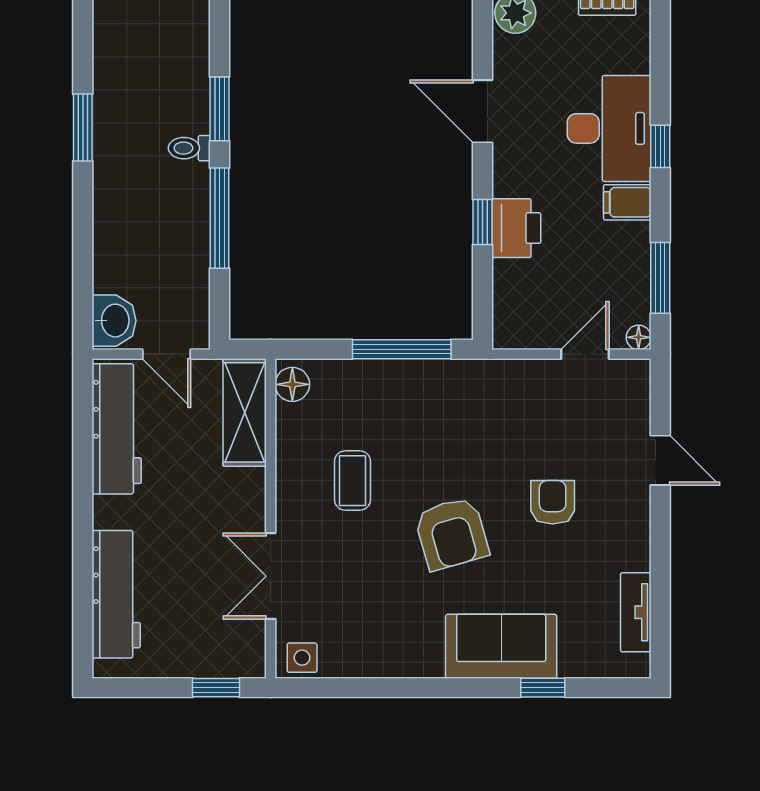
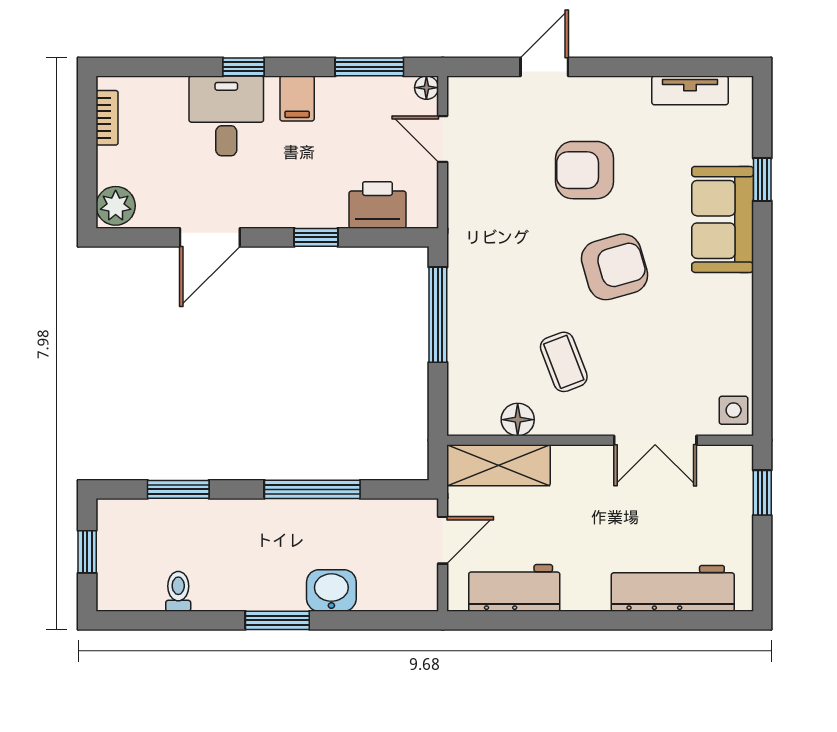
window: (220, 109) -> (178, 489), moved
window: (83, 127) -> (277, 620), moved
desk: (609, 128) -> (226, 116), width x0.73
toilet: (189, 148) -> (178, 591), moved, turned 180
printer: (516, 228) -> (377, 205), moved
washbasin: (114, 321) -> (331, 590), moved
floor lamp: (292, 384) -> (518, 420), moved
workbench: (117, 429) -> (514, 588), width x0.73
coffee table: (352, 481) -> (564, 362), turned 69
armchair: (553, 502) -> (585, 170), width x1.38, depth x1.38

